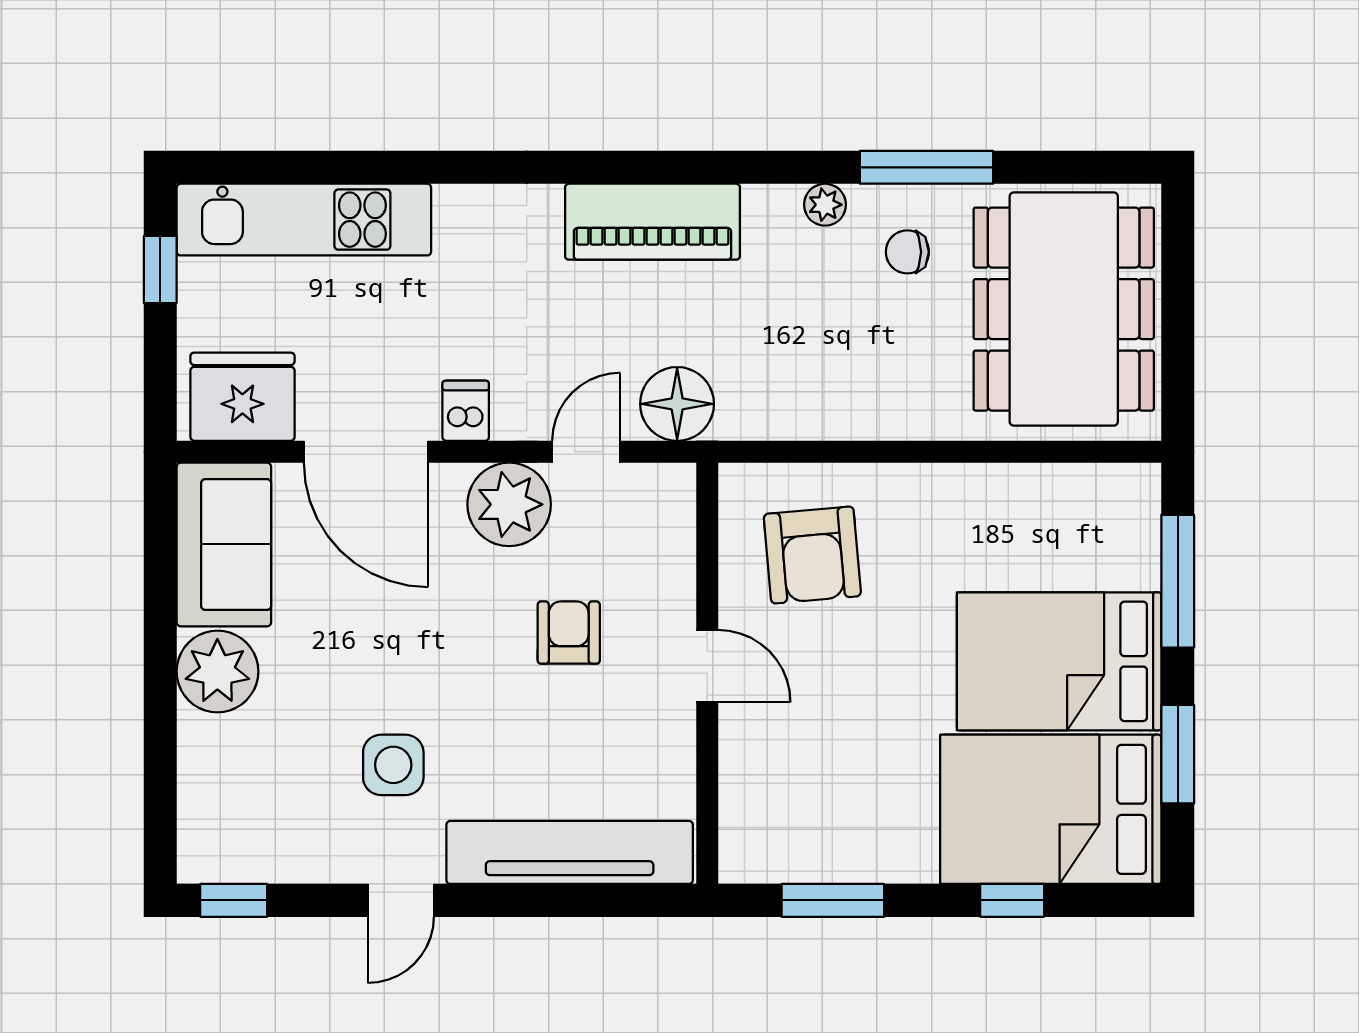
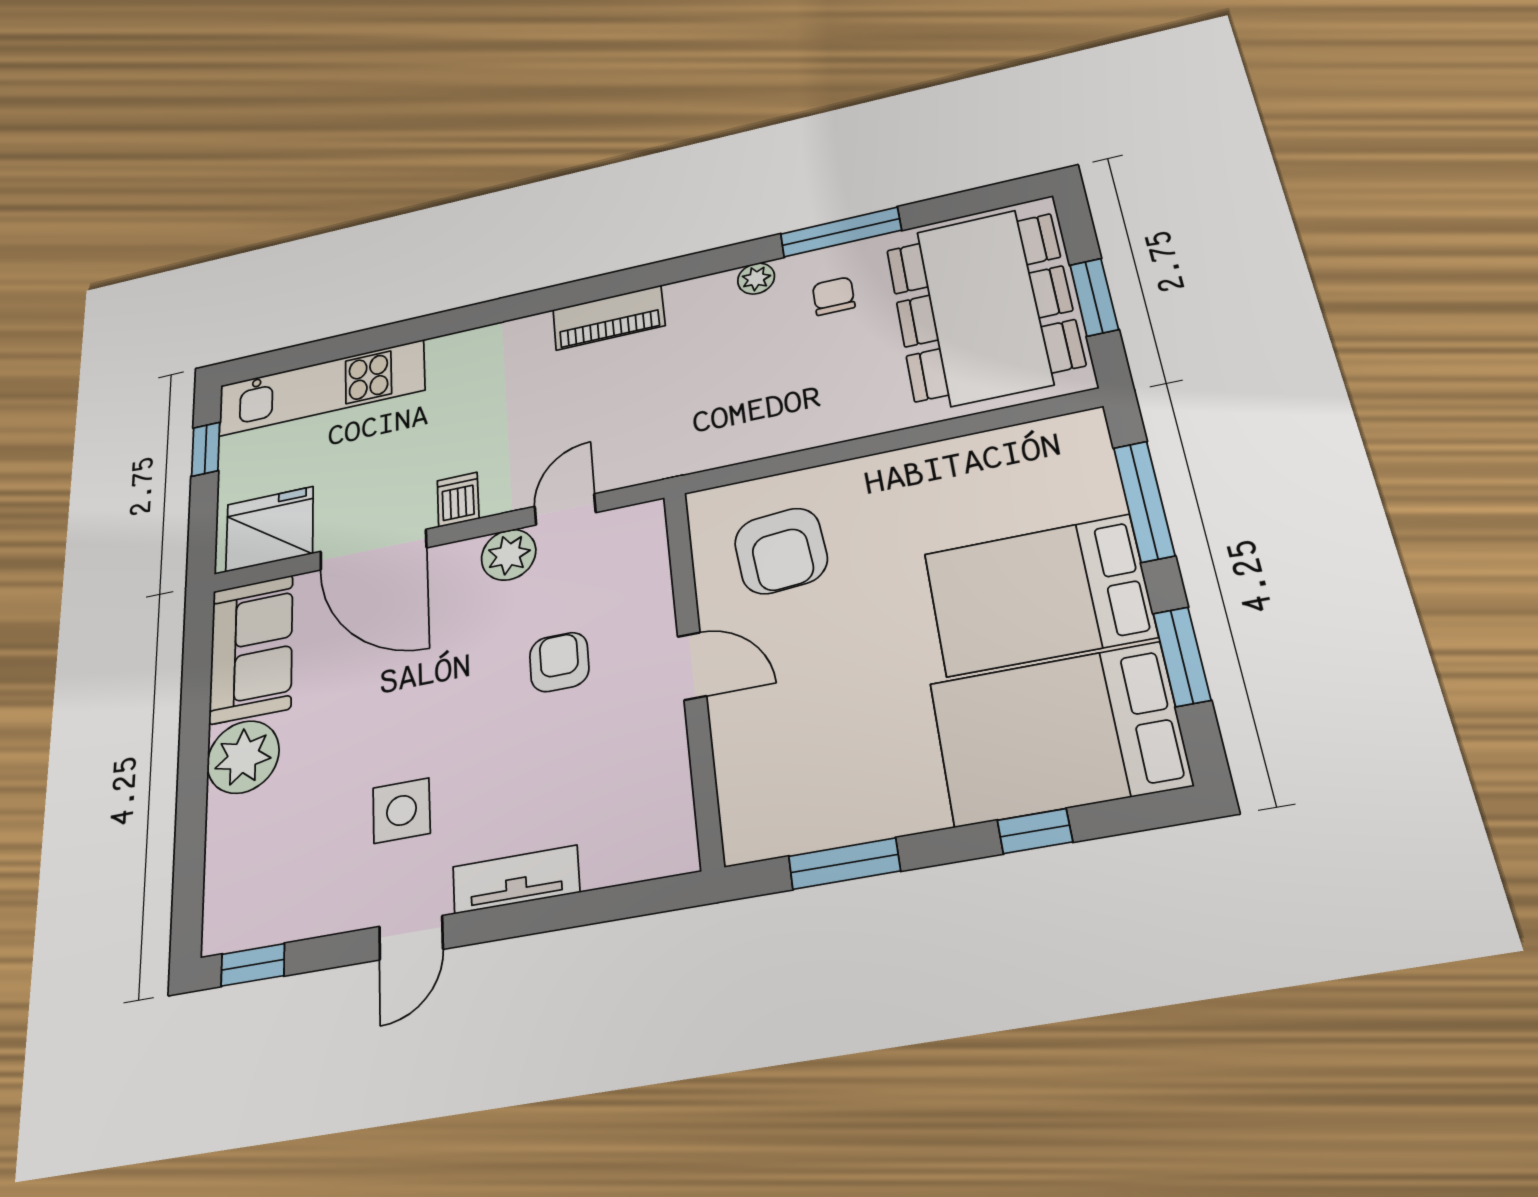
piano: (653, 222) -> (609, 318), width x0.73, depth x0.75
chair: (907, 252) -> (834, 296), turned 90
window: (1178, 328) -> (1094, 297), added
floor lamp: (677, 404) -> (643, 455), removed
plant: (509, 504) -> (509, 555), width x0.73, depth x0.73
tv unit: (570, 852) -> (516, 879), width x0.52, depth x0.78

